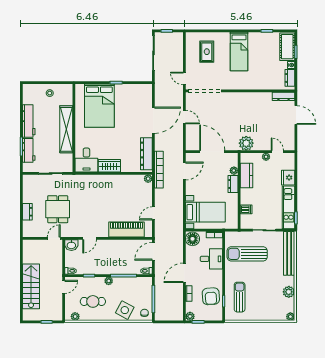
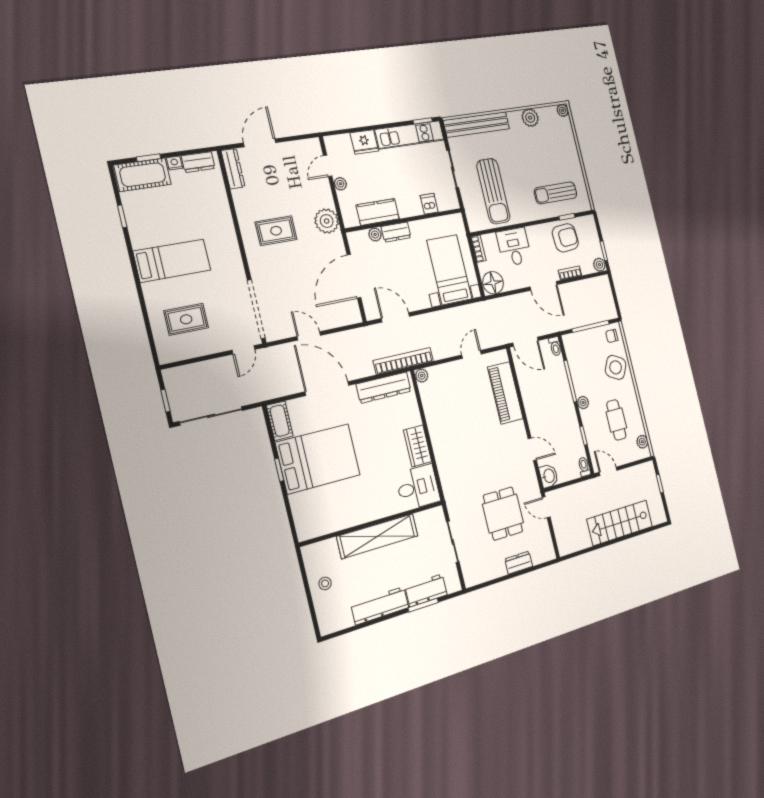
cot: (142, 89) -> (280, 421), added
bed: (99, 106) -> (318, 459), moved
rug: (246, 112) -> (276, 231), added
door: (184, 117) -> (309, 336), hinge flipped
dining table: (58, 209) -> (503, 514), turned 90
door: (153, 213) -> (471, 354), swing flipped

